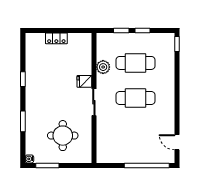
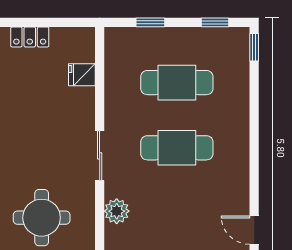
window: (143, 31) -> (215, 22), moved
plant: (103, 67) -> (117, 211), moved
fridge: (84, 81) -> (82, 75), moved

